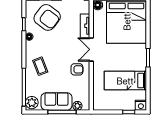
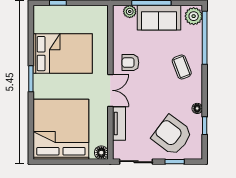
bed: (125, 81) -> (63, 54), width x1.50
nightstand: (141, 105) -> (41, 12), removed

